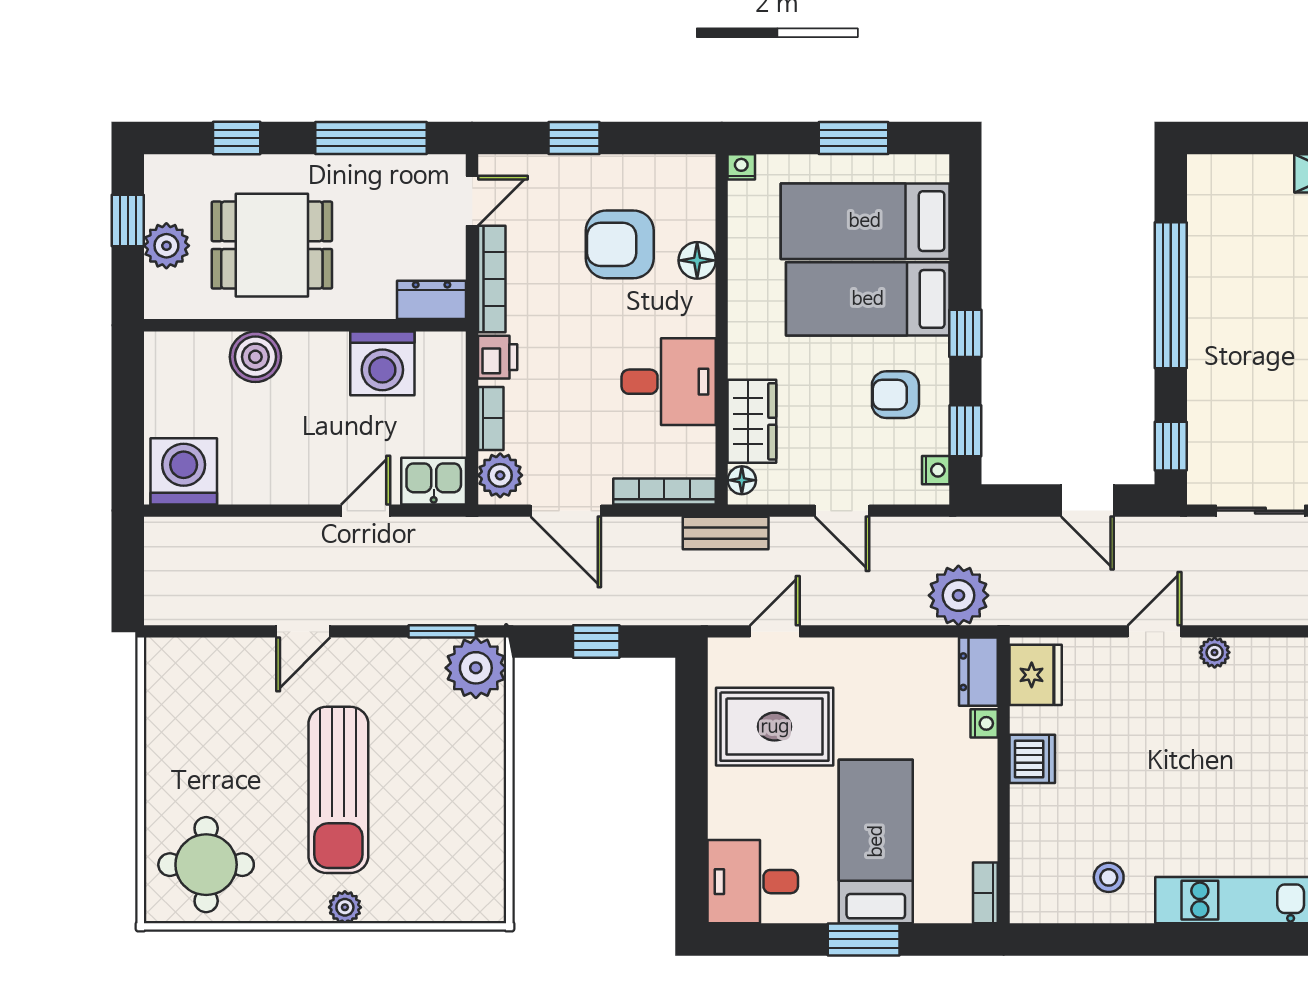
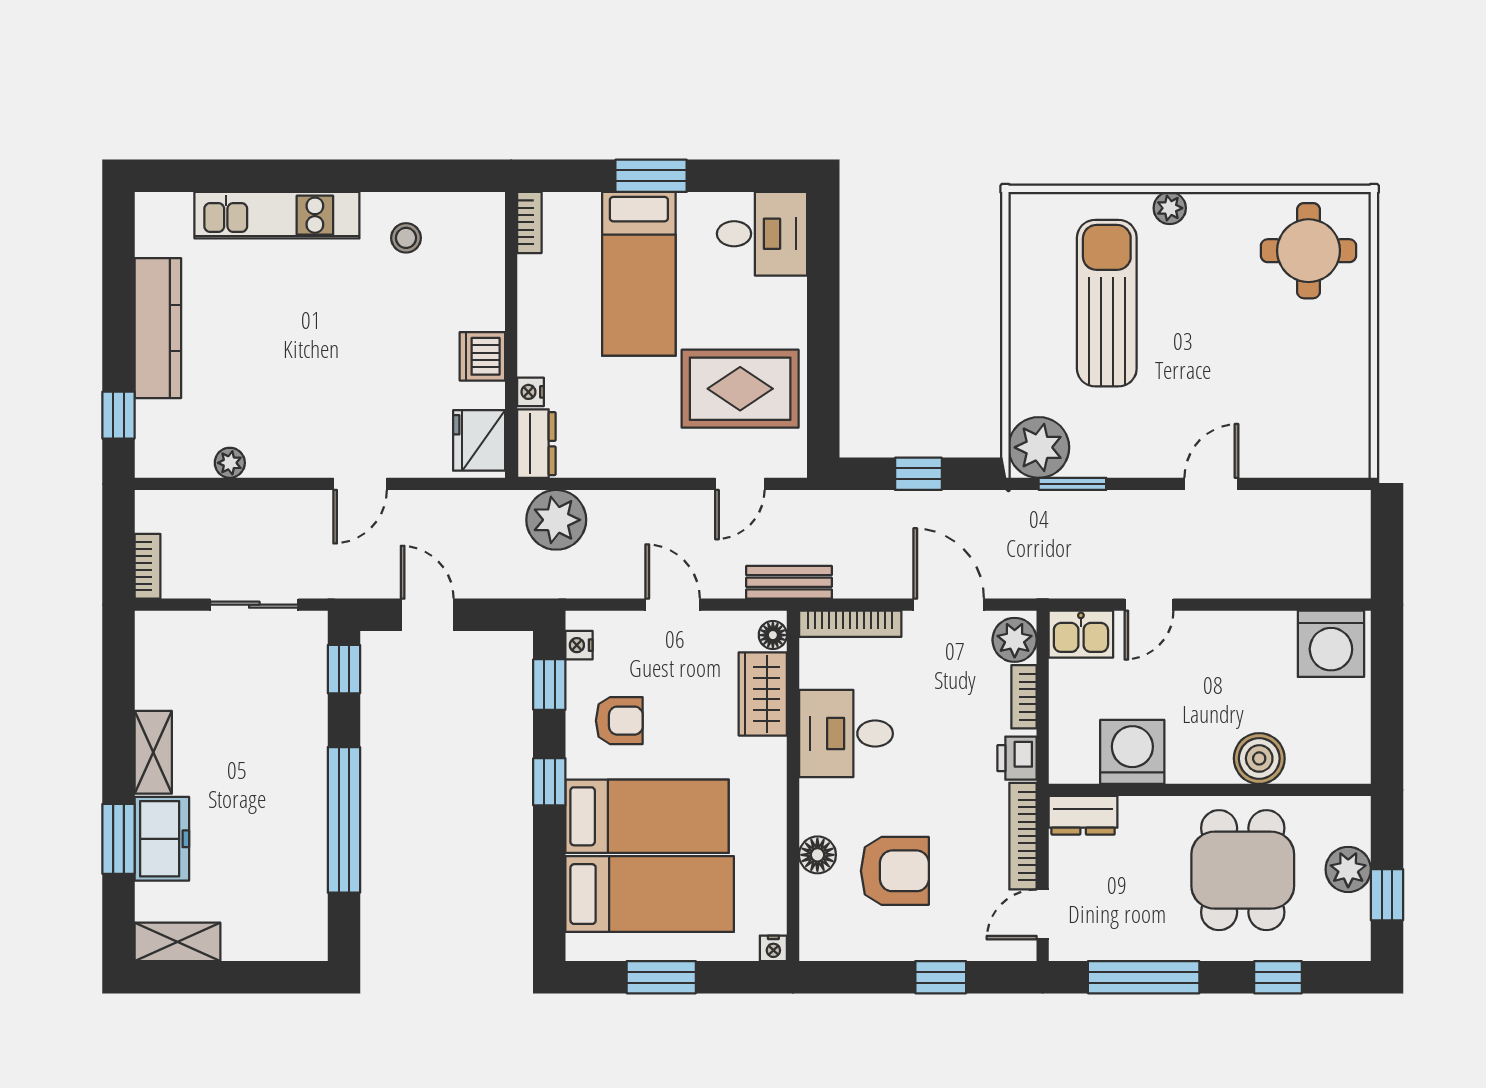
dining table: (272, 245) -> (1243, 870), turned 90
plant: (1215, 652) -> (230, 463), moved
sun lounger: (338, 790) -> (1107, 303), moved

